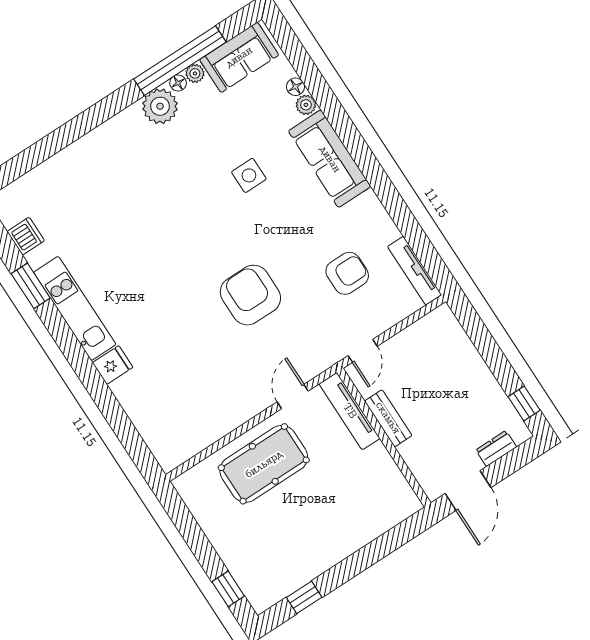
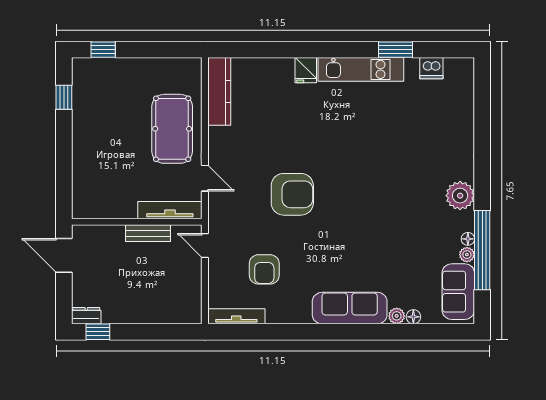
plant: (160, 106) -> (460, 196), moved
side table: (249, 175) -> (374, 246), removed
kitchen counter: (193, 440) -> (219, 91), added
dresser: (496, 449) -> (86, 316), moved, turned -90

